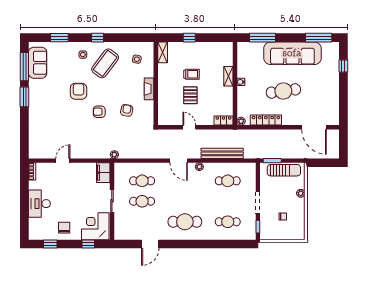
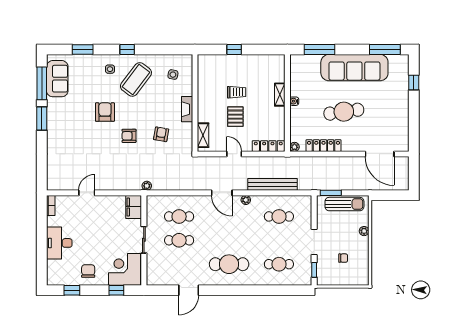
shelving: (163, 52) -> (203, 135), moved
locker: (224, 120) -> (268, 146), width x1.53

